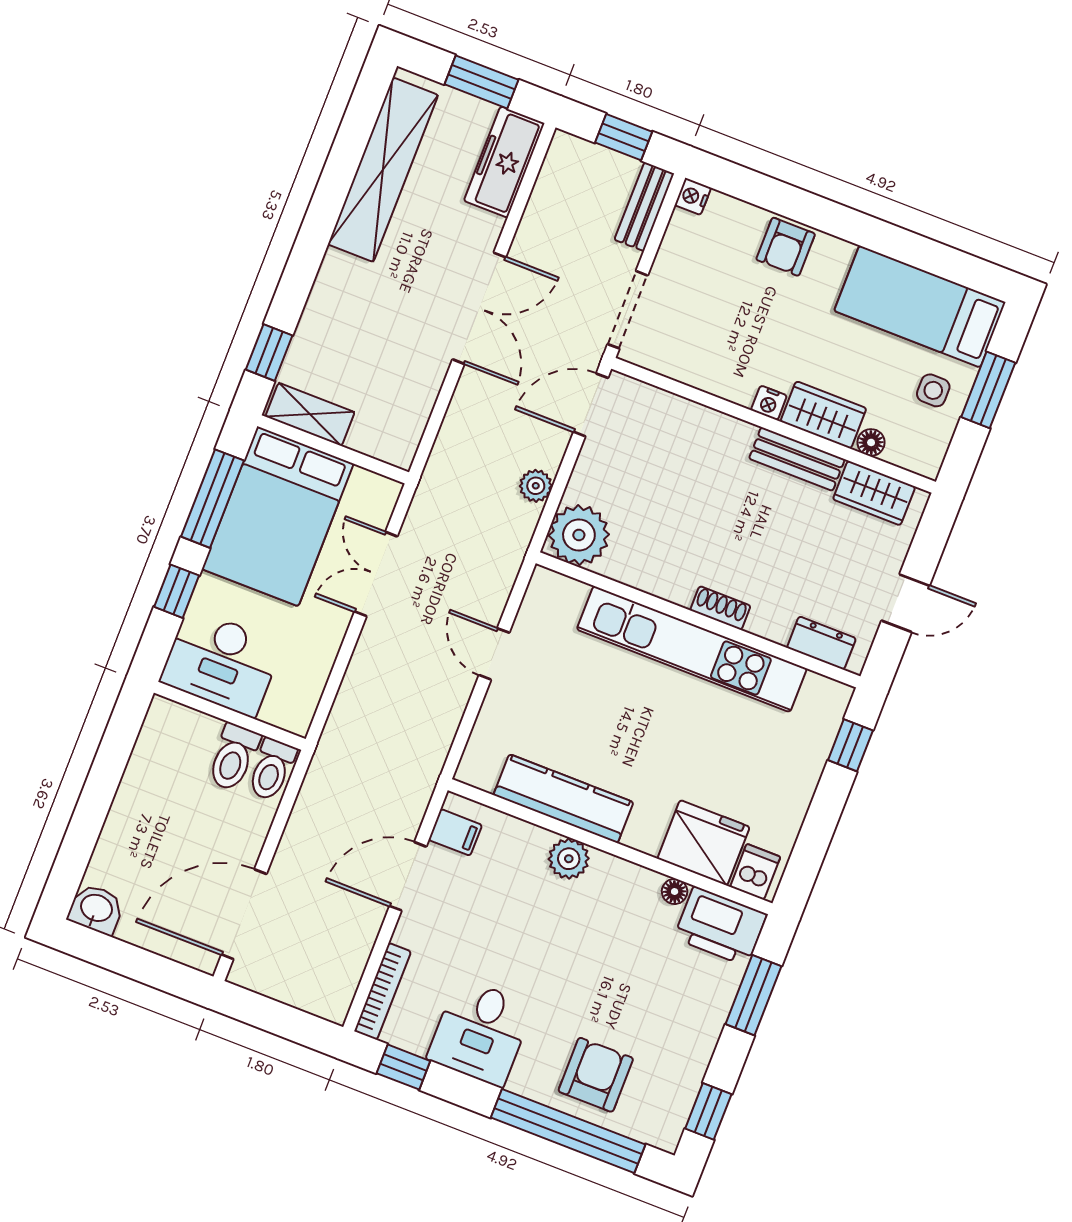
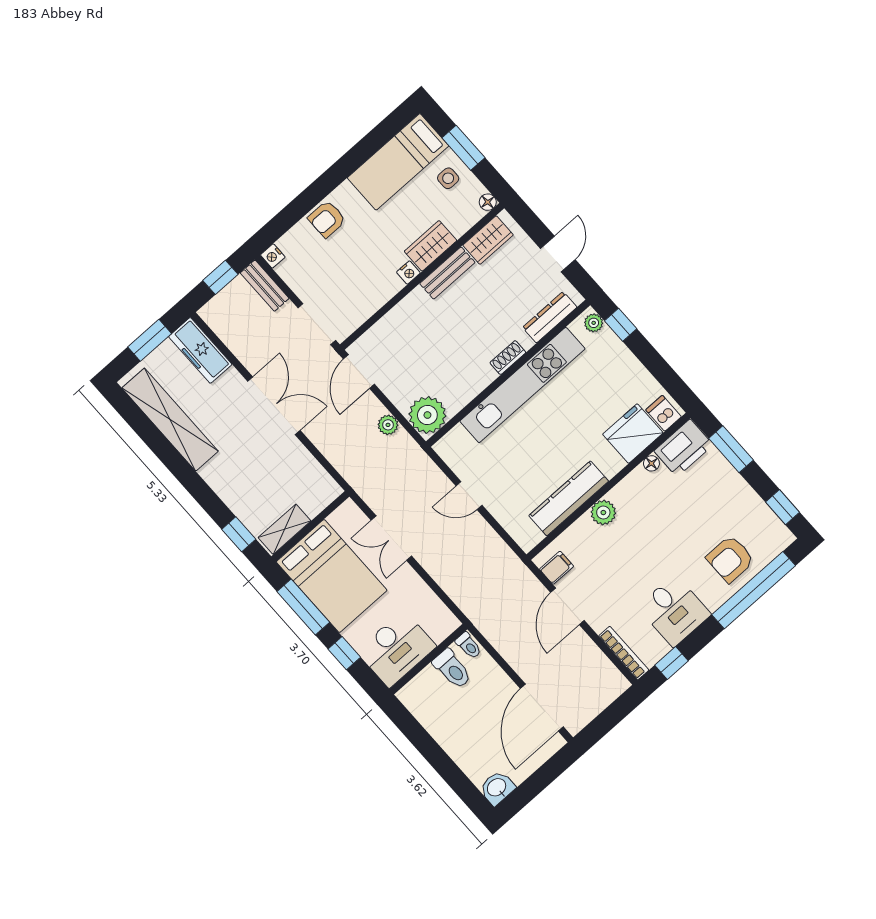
armchair: (786, 247) -> (327, 219), turned 90
floor lamp: (871, 442) -> (488, 202), moved
dresser: (821, 643) -> (550, 317), width x1.44
plant: (833, 705) -> (594, 323), added
toilet: (272, 769) -> (469, 646), width x0.73, depth x0.72
armchair: (596, 1075) -> (730, 559), turned -90

